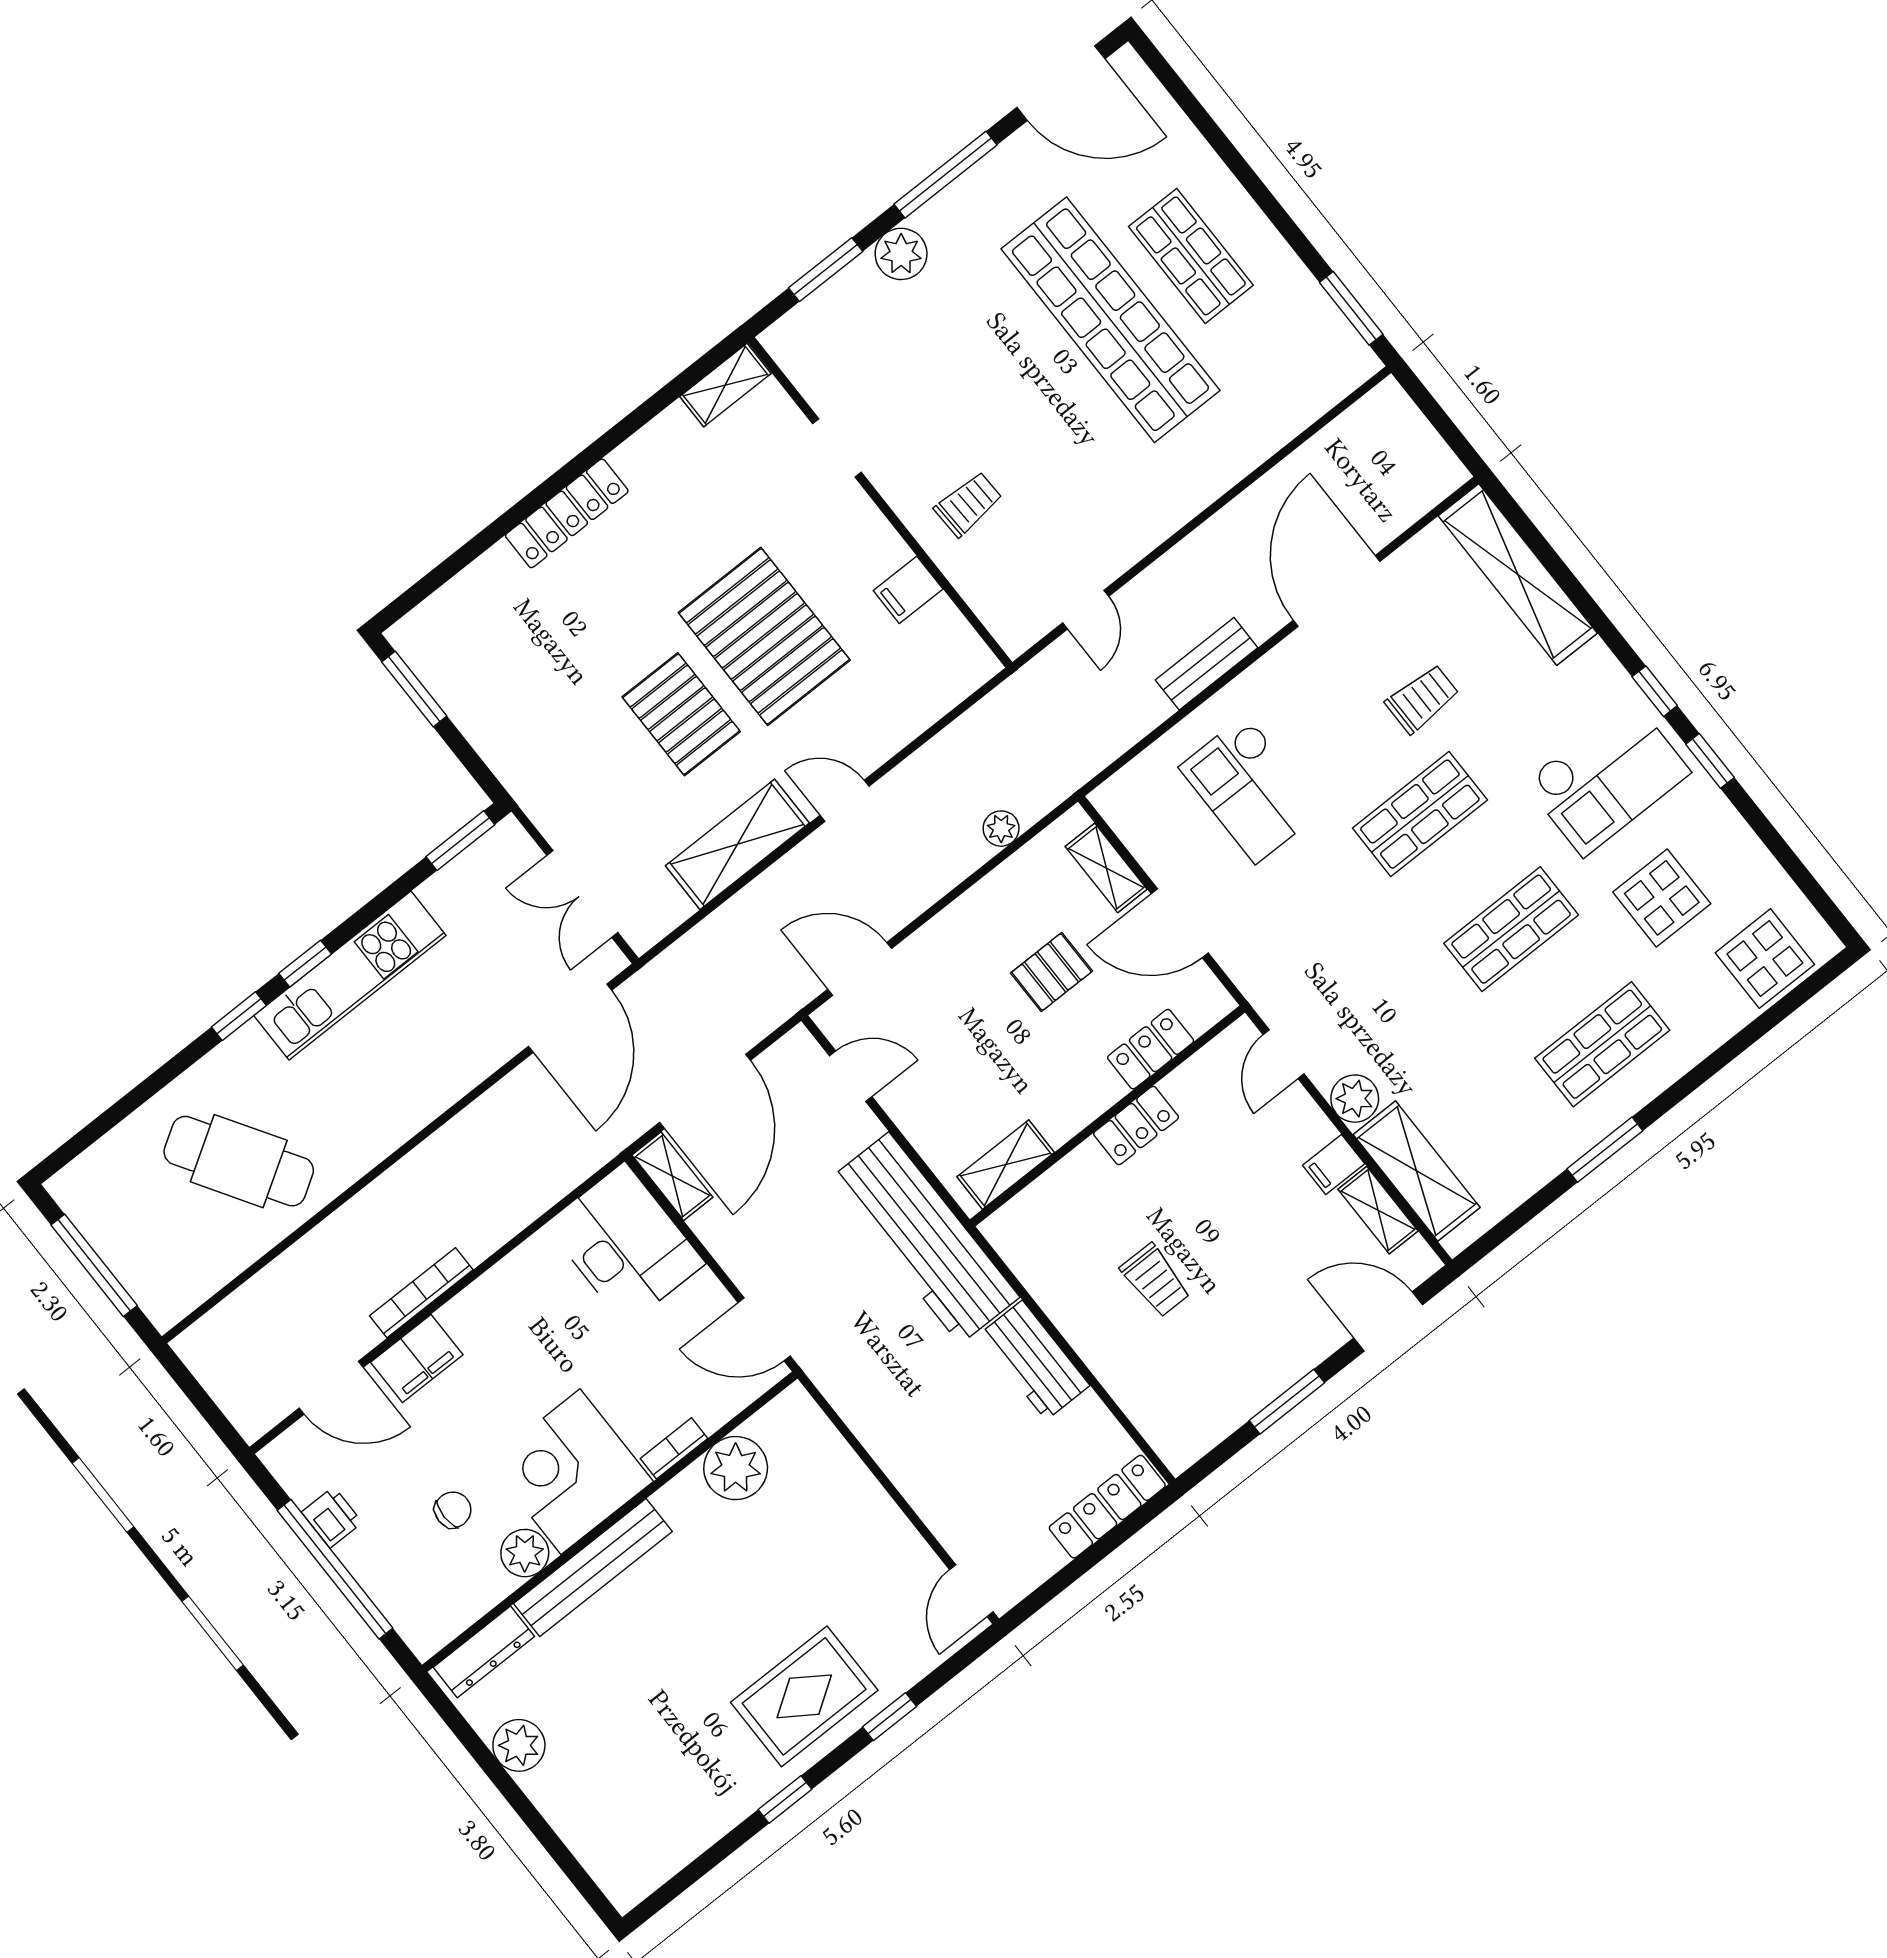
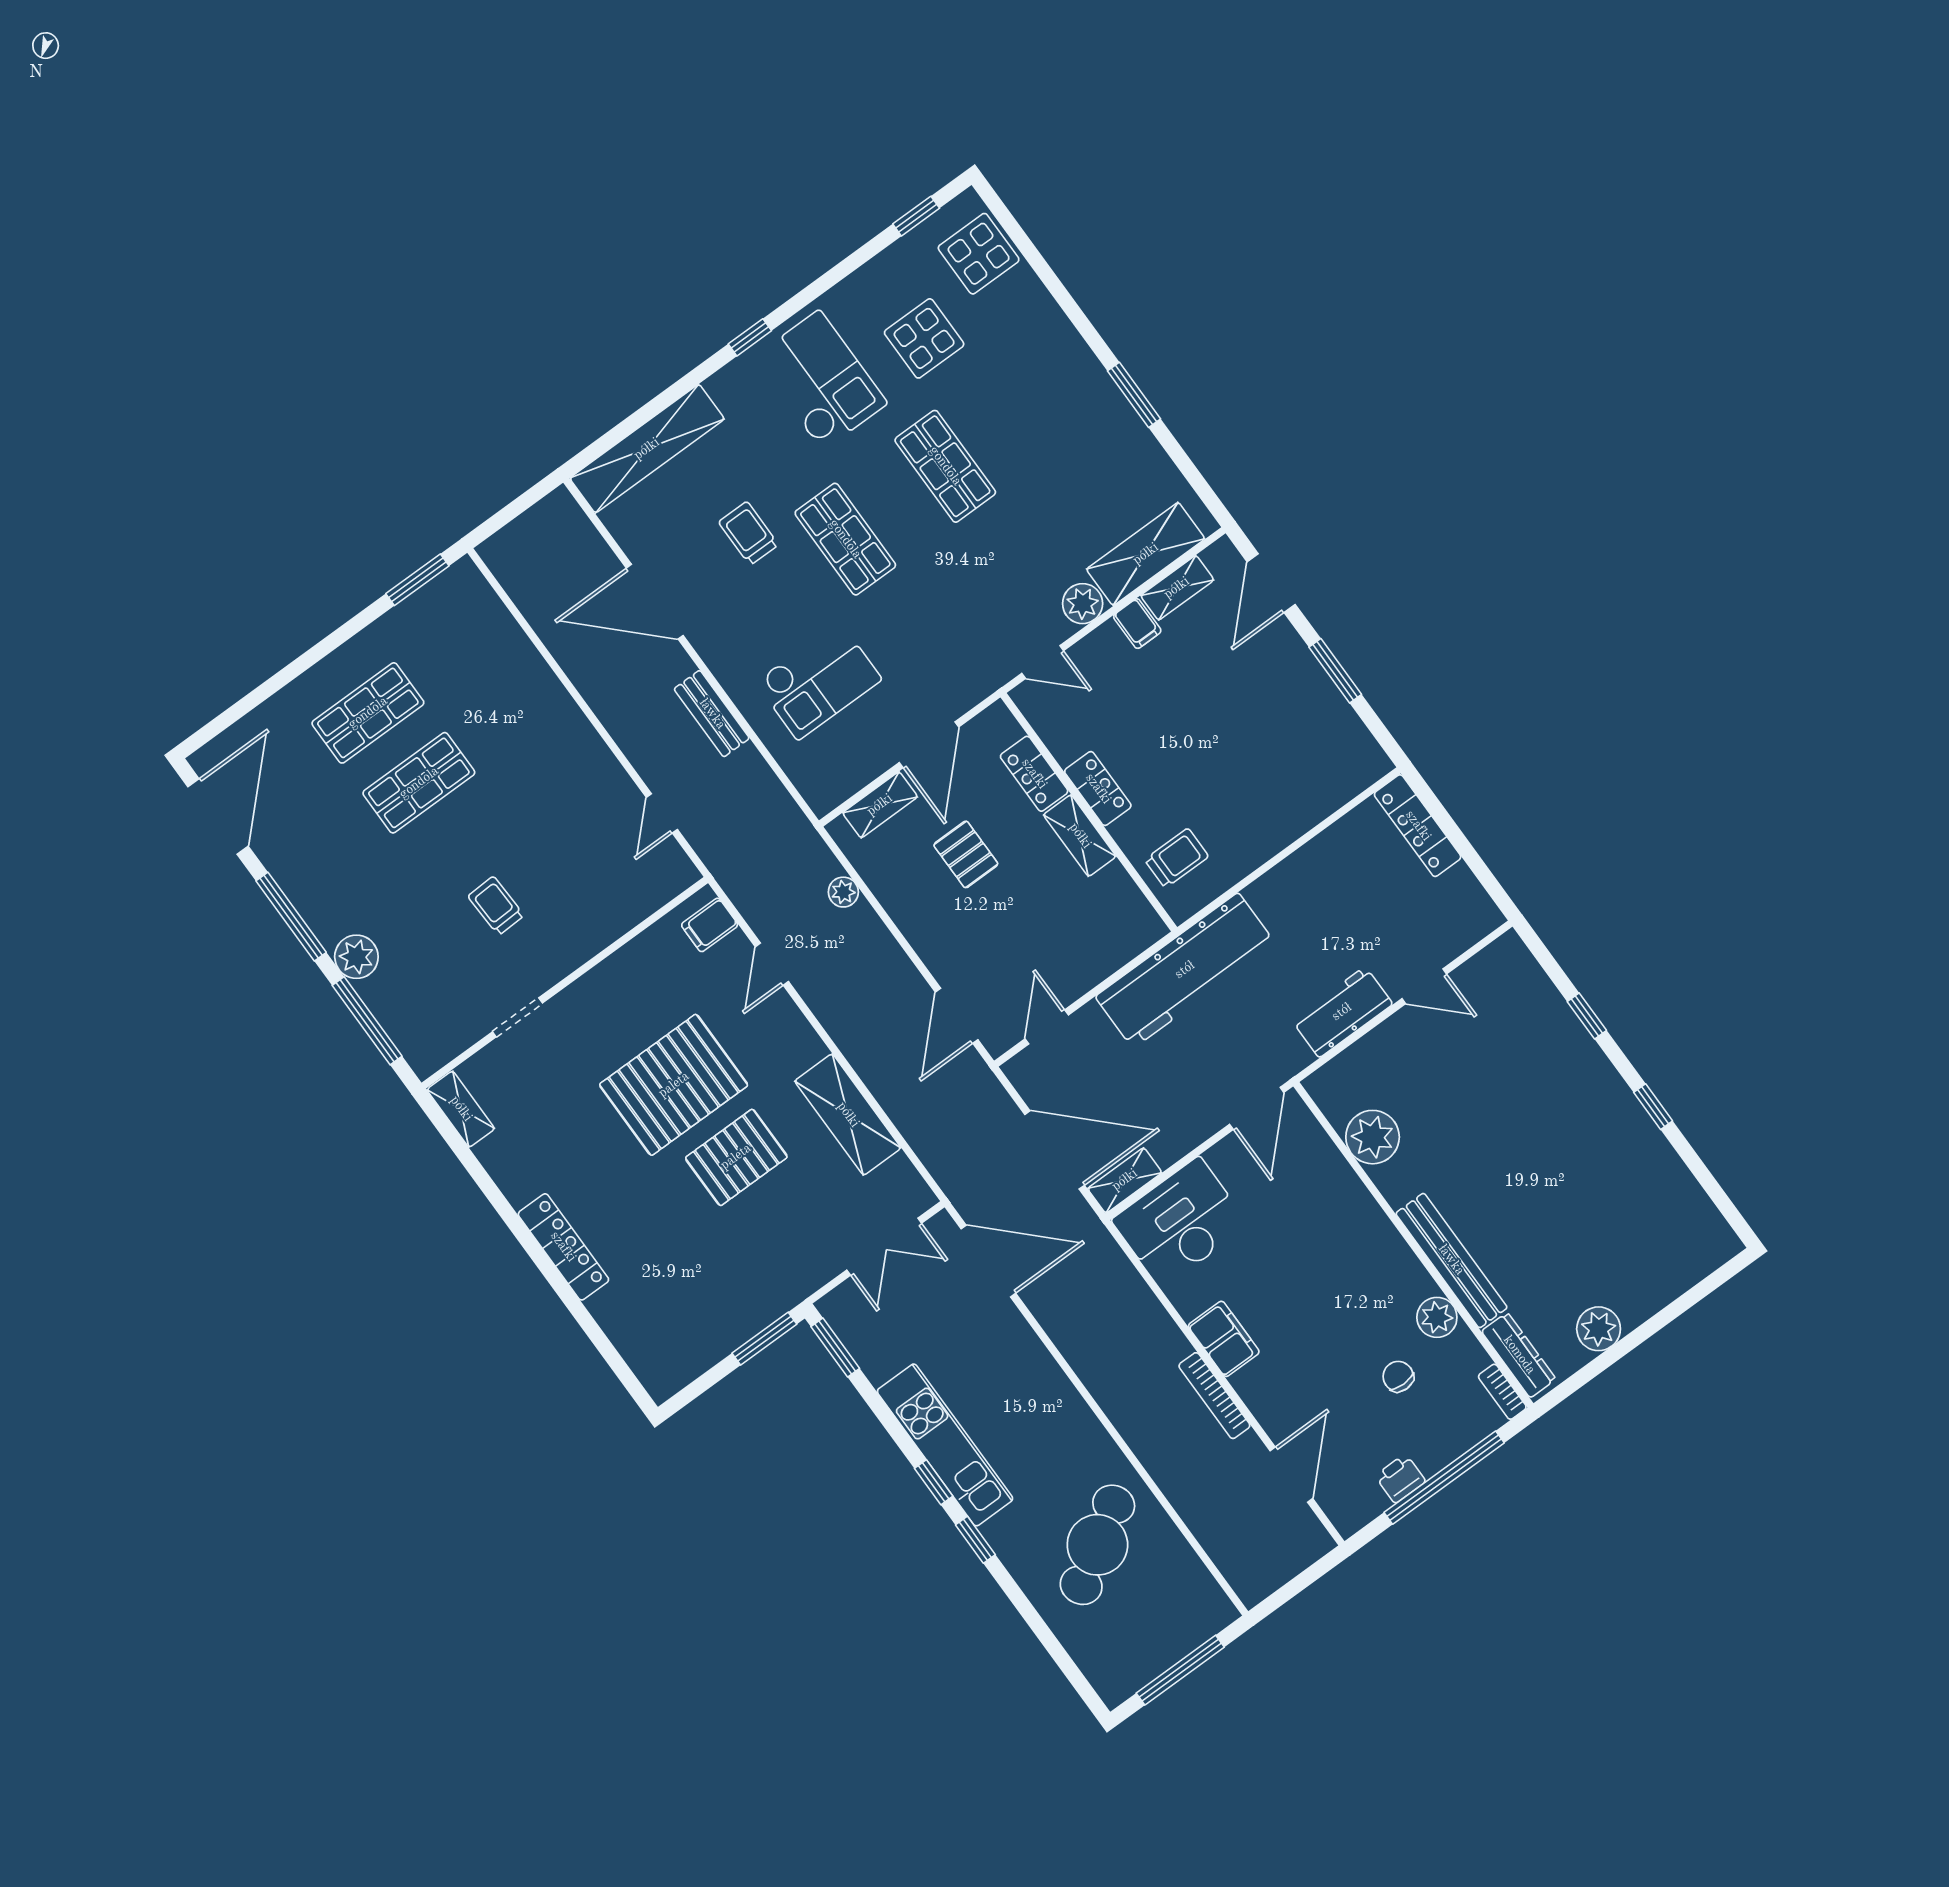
window: (826, 270) -> (367, 1021), width x1.44
shop shelf: (1110, 320) -> (419, 783), width x0.50, depth x0.74
trolley: (968, 504) -> (496, 906), moved
filing cabinet: (908, 590) -> (710, 925), moved, turned 90
door: (1086, 610) -> (662, 813), swing flipped
window: (414, 689) -> (764, 1339), moved
window: (1710, 761) -> (916, 216), moved
door: (844, 801) -> (772, 964), moved
shop shelf: (1602, 1044) -> (1045, 393), removed
shelving: (1006, 1165) -> (1080, 836), moved
trolley: (1155, 1280) -> (1177, 858), moved
filing cabinet: (417, 1358) -> (1224, 1339), moved
workbench: (1034, 1360) -> (1342, 1012), moved, turned 180
bookcase: (674, 1448) -> (1502, 1392), moved
corner desk: (571, 1472) -> (1370, 1276), removed
door: (971, 1591) -> (1424, 986), moved
rug: (804, 1696) -> (1567, 1087), removed

